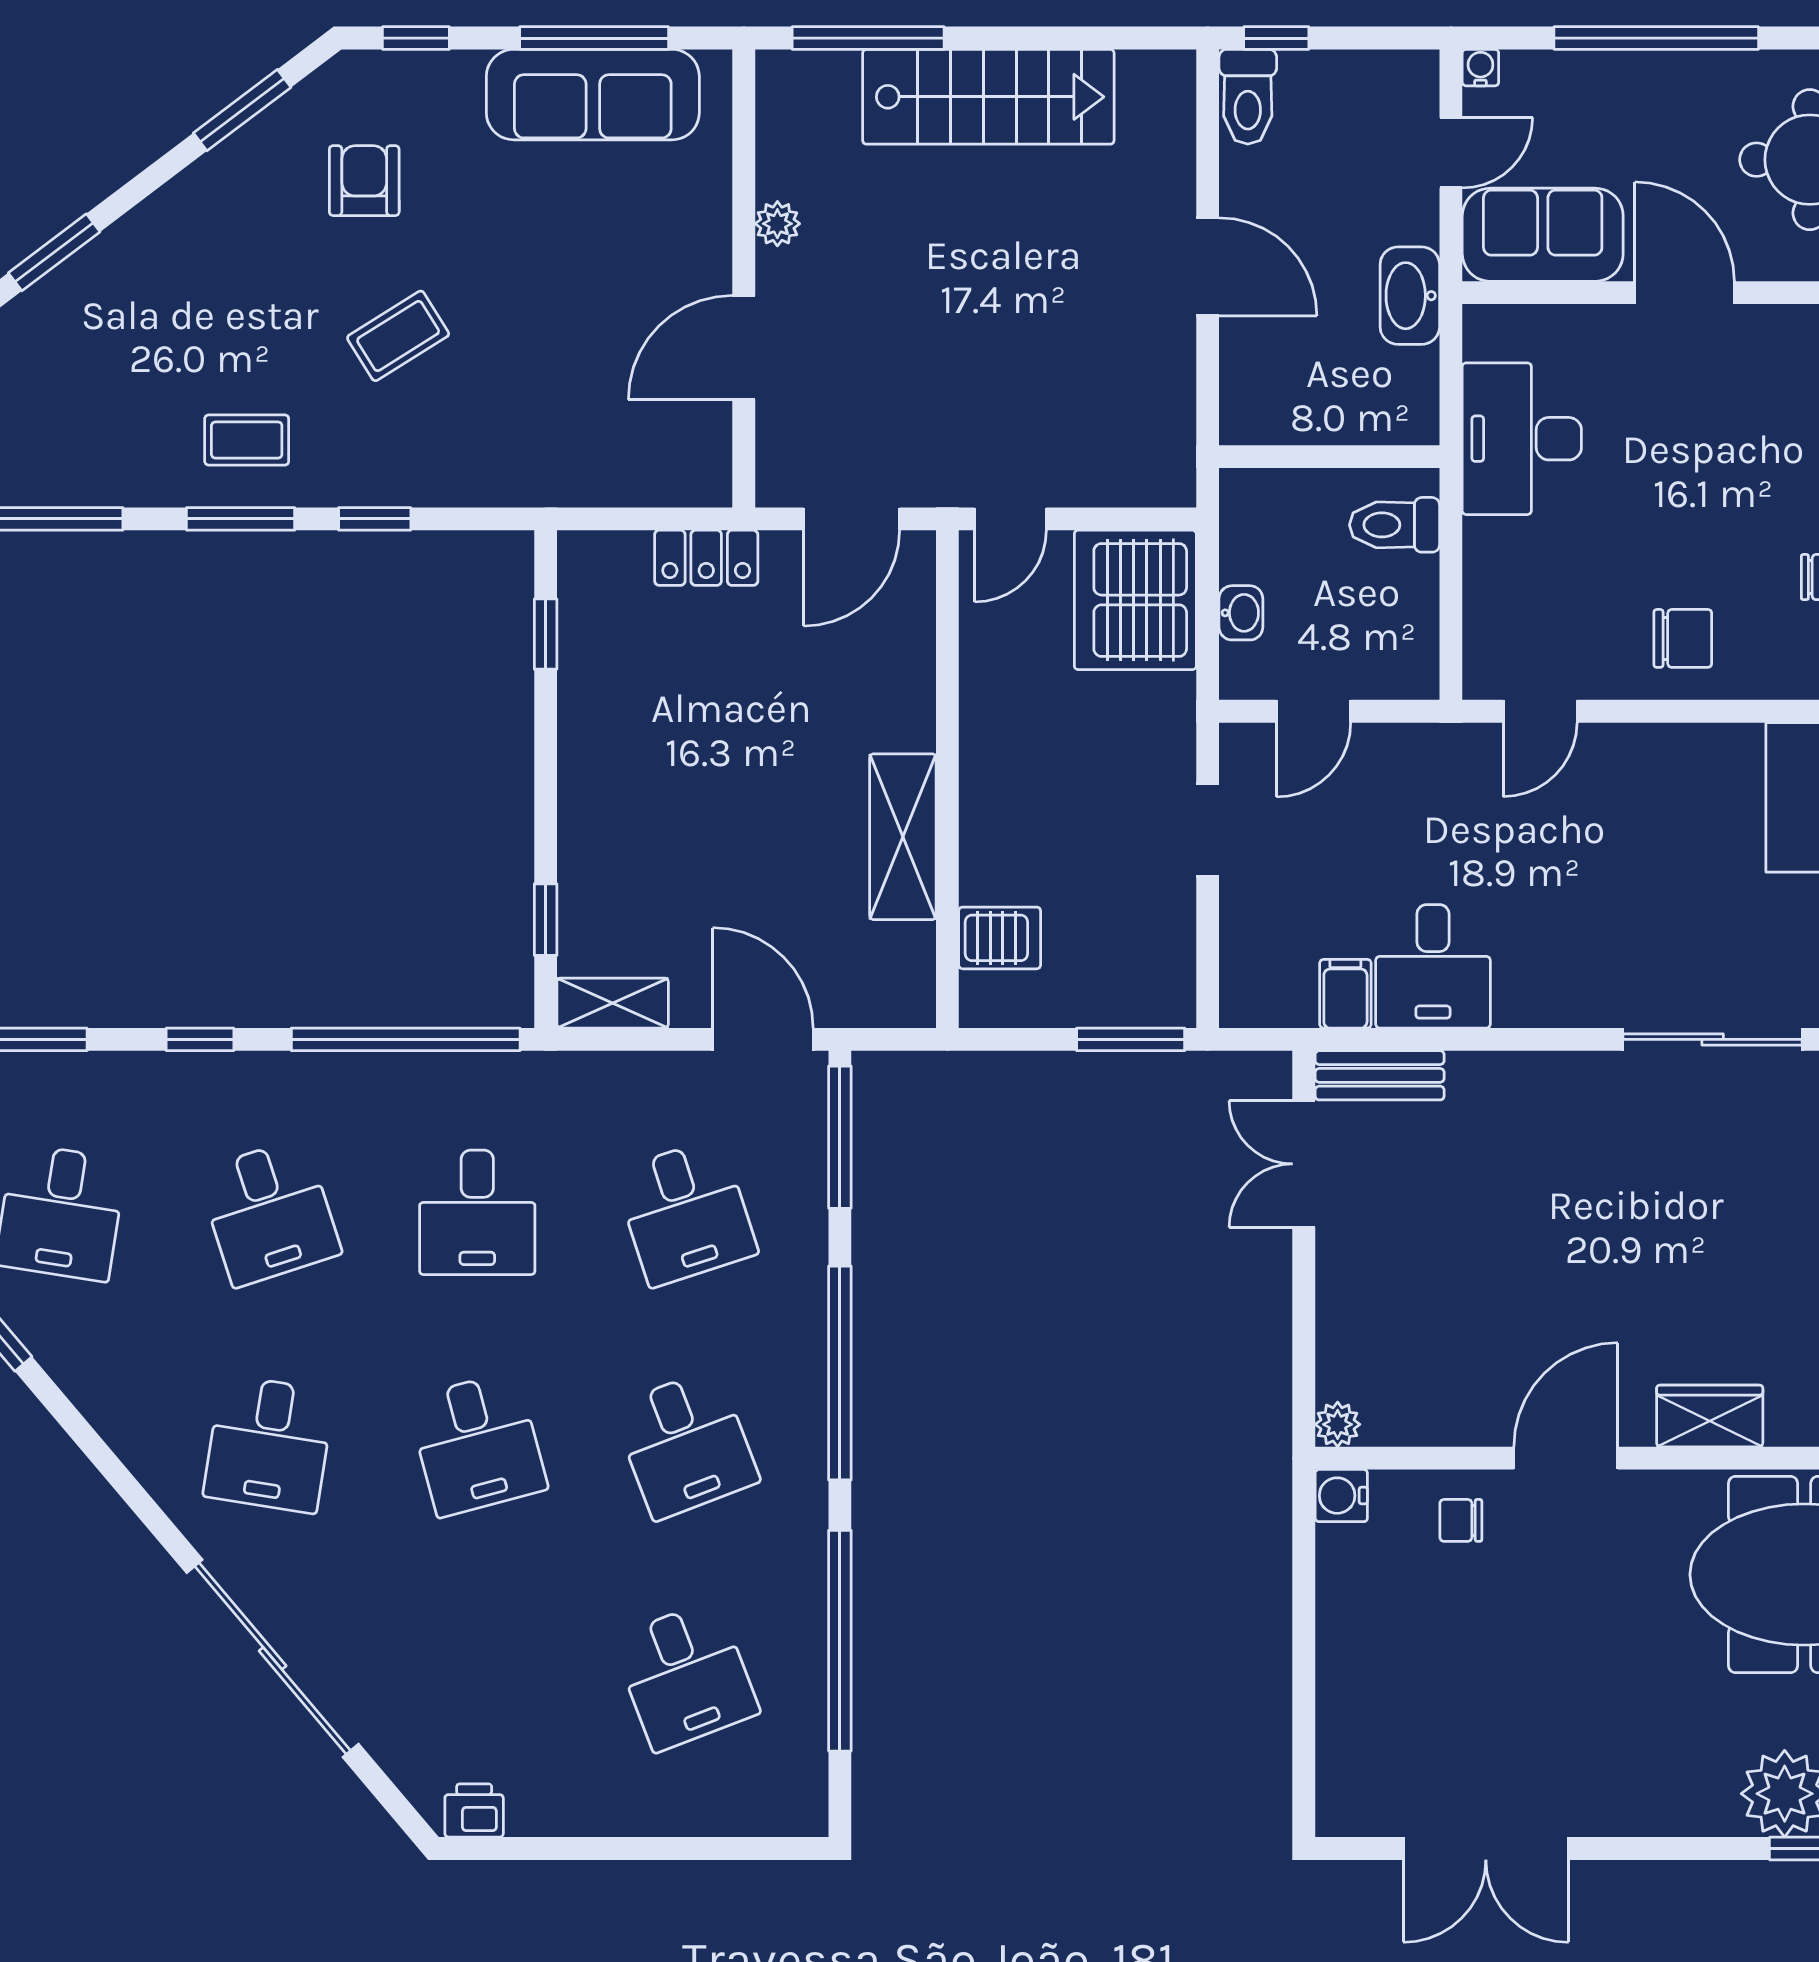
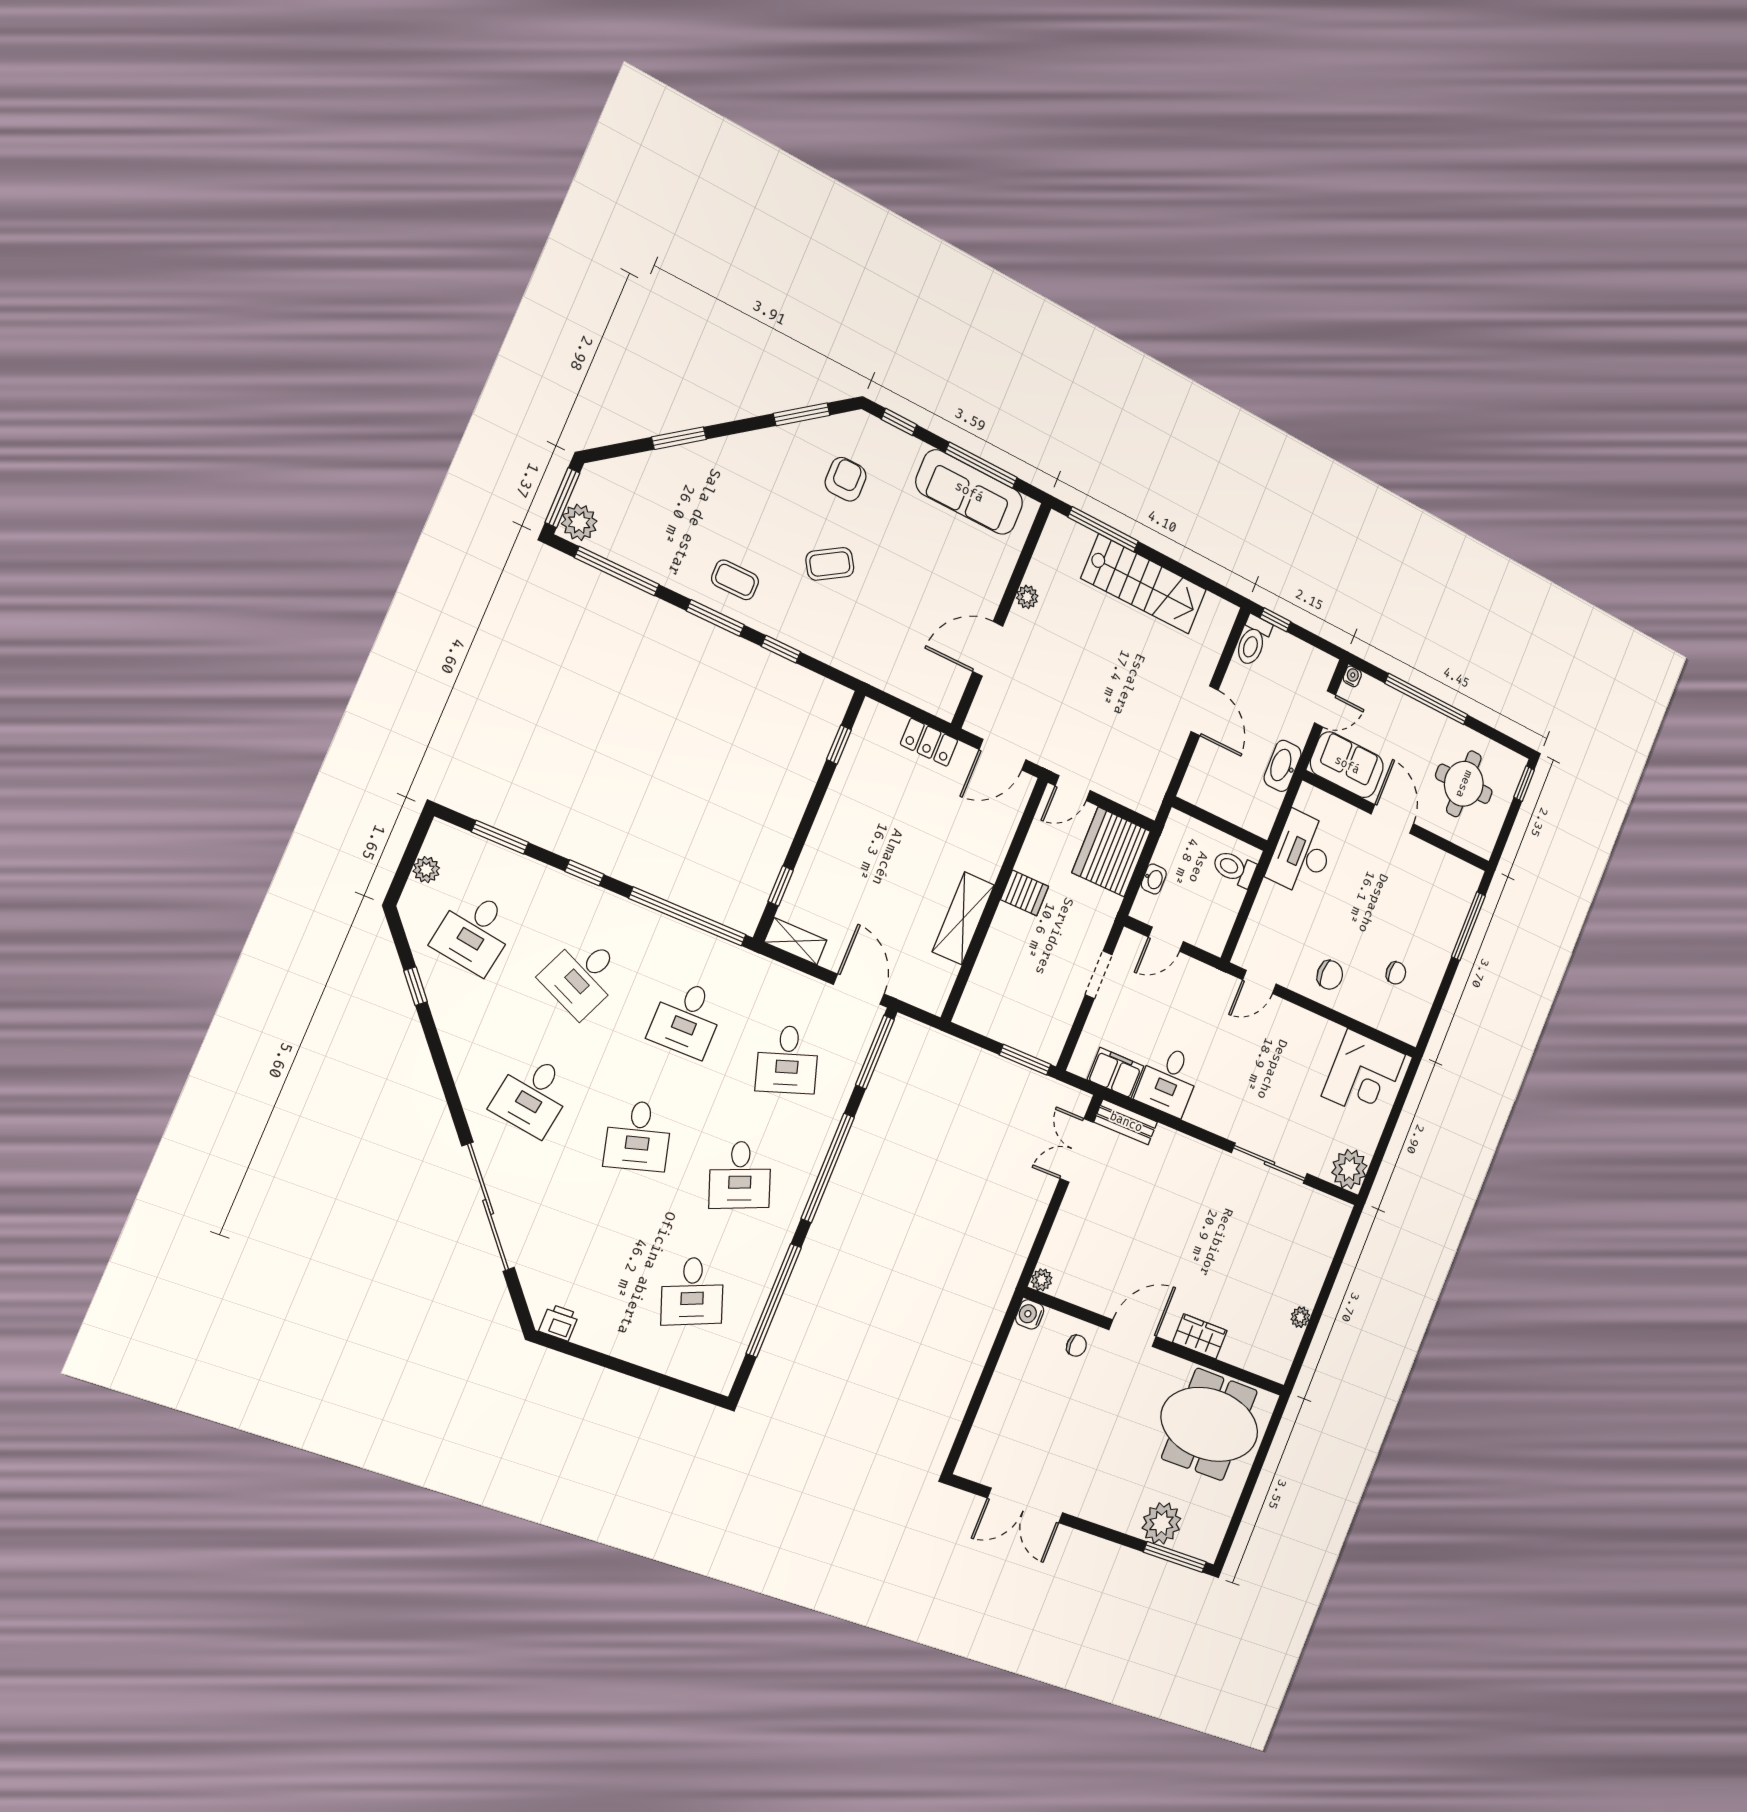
server rack: (1000, 938) -> (1025, 893), moved
filing cabinet: (1345, 994) -> (1115, 1073), width x2.00
desk: (269, 1212) -> (583, 976), turned 42
chair: (1461, 1520) -> (1076, 1346), turned 180

